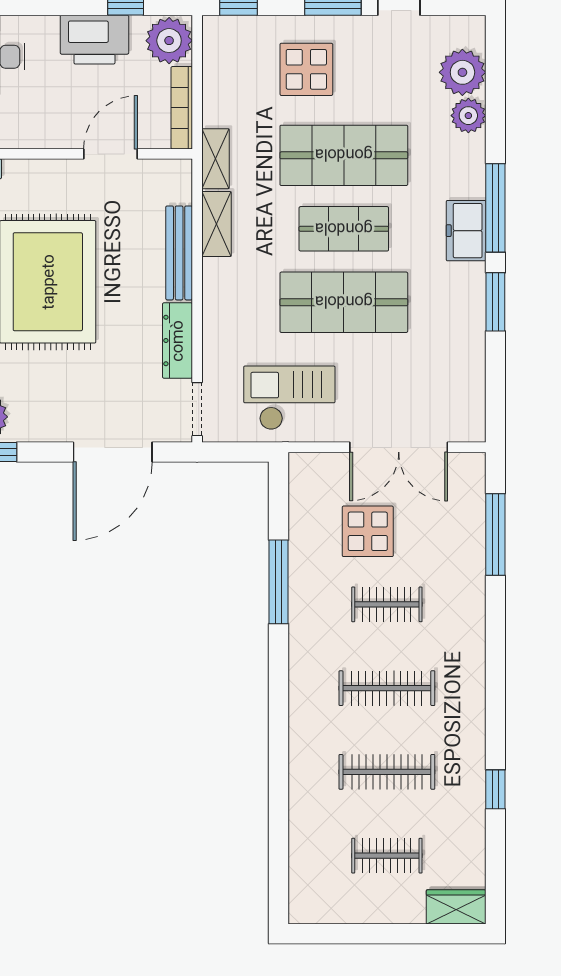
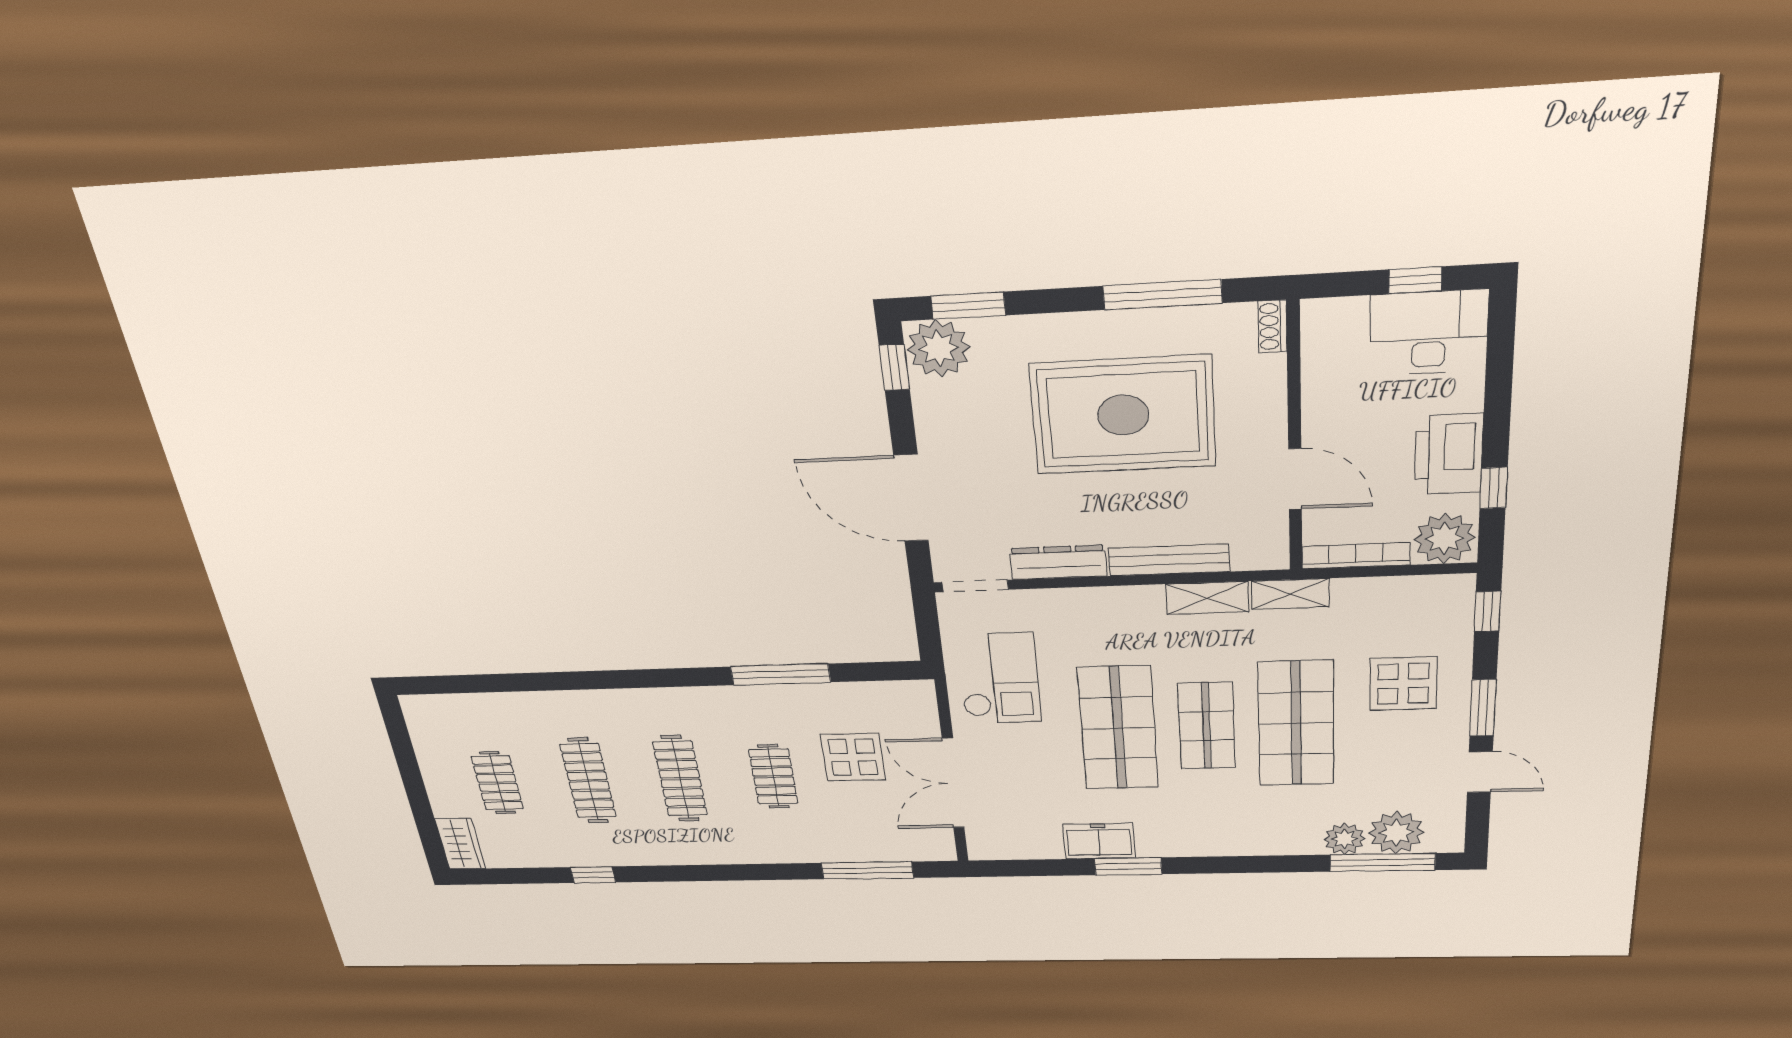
window: (495, 208) -> (1383, 862), moved
freezer: (466, 231) -> (1099, 841), moved

